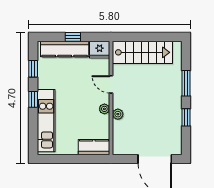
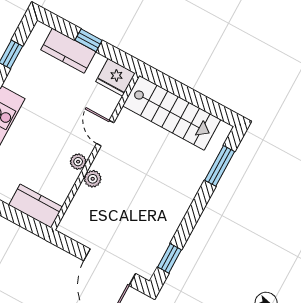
kitchen counter: (65, 49) -> (68, 51), width x0.67
window: (186, 83) -> (220, 166), moved
window: (186, 117) -> (169, 258), moved

